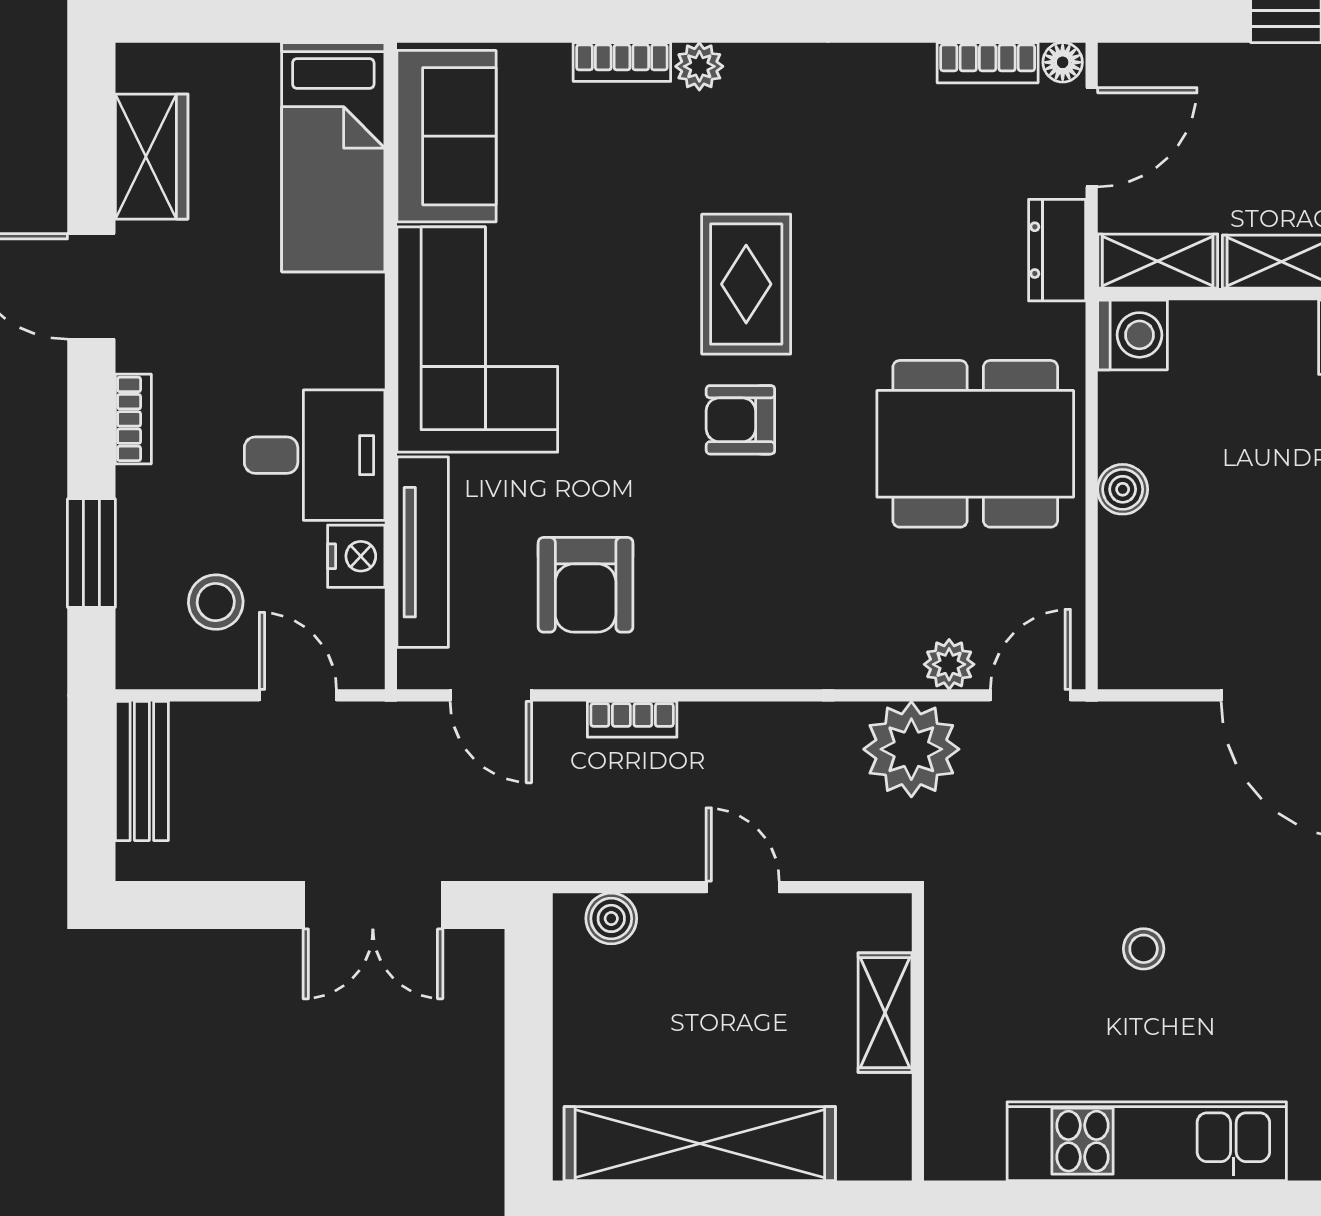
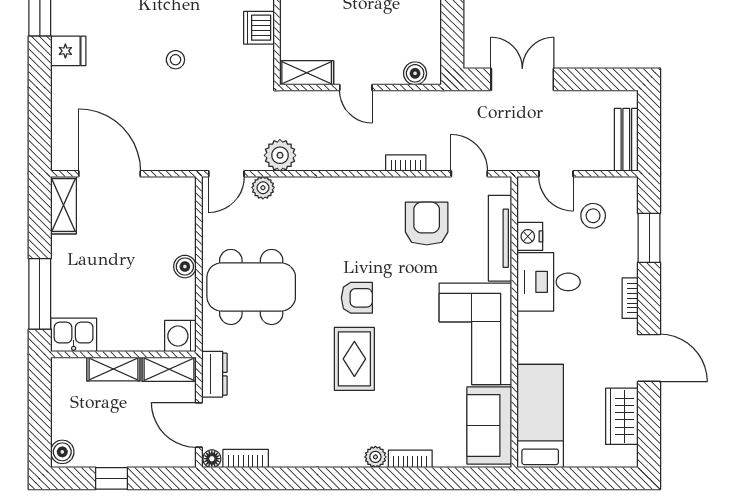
door: (1092, 137) -> (199, 425), hinge flipped
plant: (911, 749) -> (280, 155), width x0.73, depth x0.73
shelving: (885, 1013) -> (307, 73), moved, turned 90
dishwasher: (958, 1020) -> (259, 28), added

